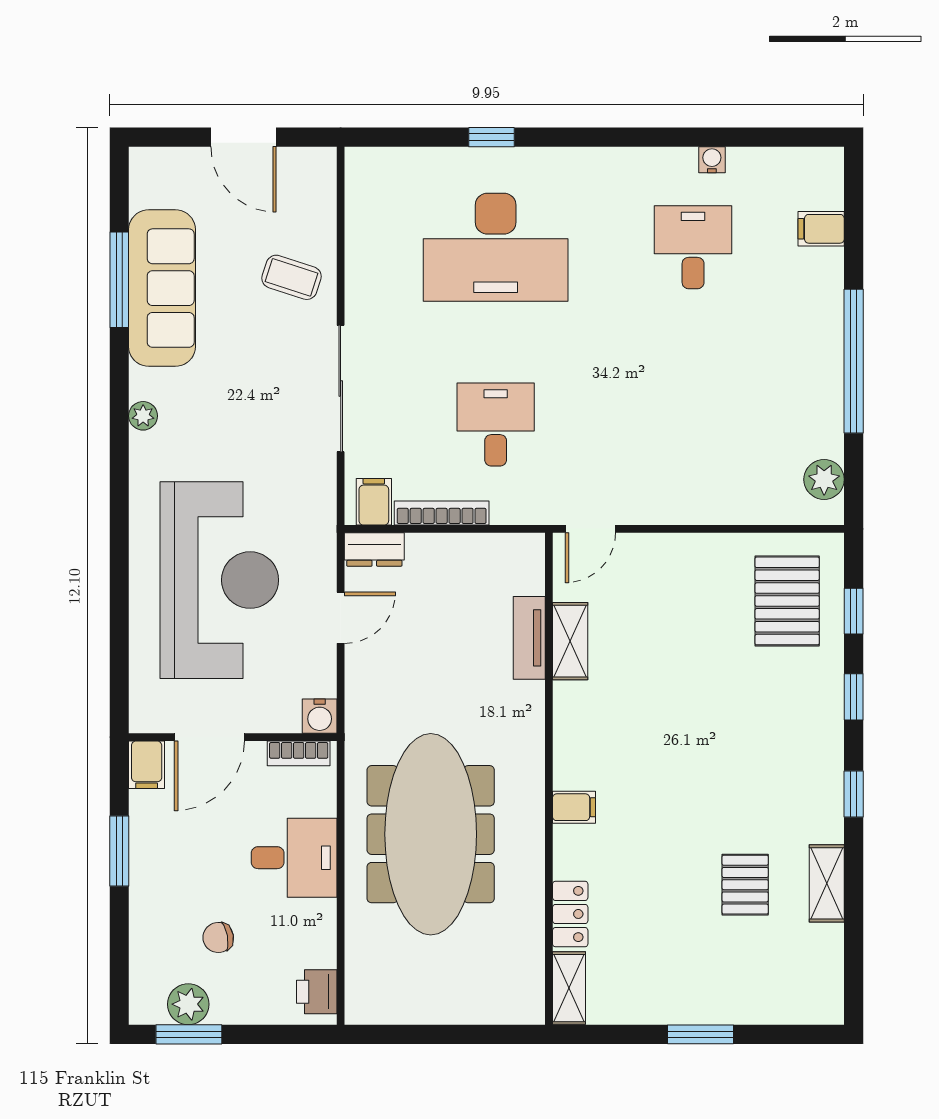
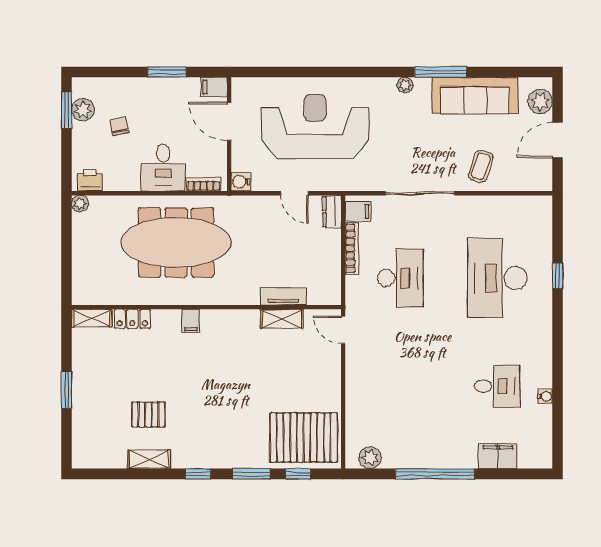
plant: (173, 169) -> (540, 102), added
filing cabinet: (821, 229) -> (498, 456), width x2.00
window: (119, 280) -> (441, 72), moved
desk: (496, 424) -> (400, 278), width x1.37
reception desk: (219, 580) -> (315, 127), turned 180
pallet: (787, 601) -> (304, 438), width x1.37, depth x1.41
window: (854, 697) -> (251, 474), width x1.50
bookcase: (299, 753) -> (204, 184), moved, turned 90
plant: (360, 1010) -> (80, 204), added

